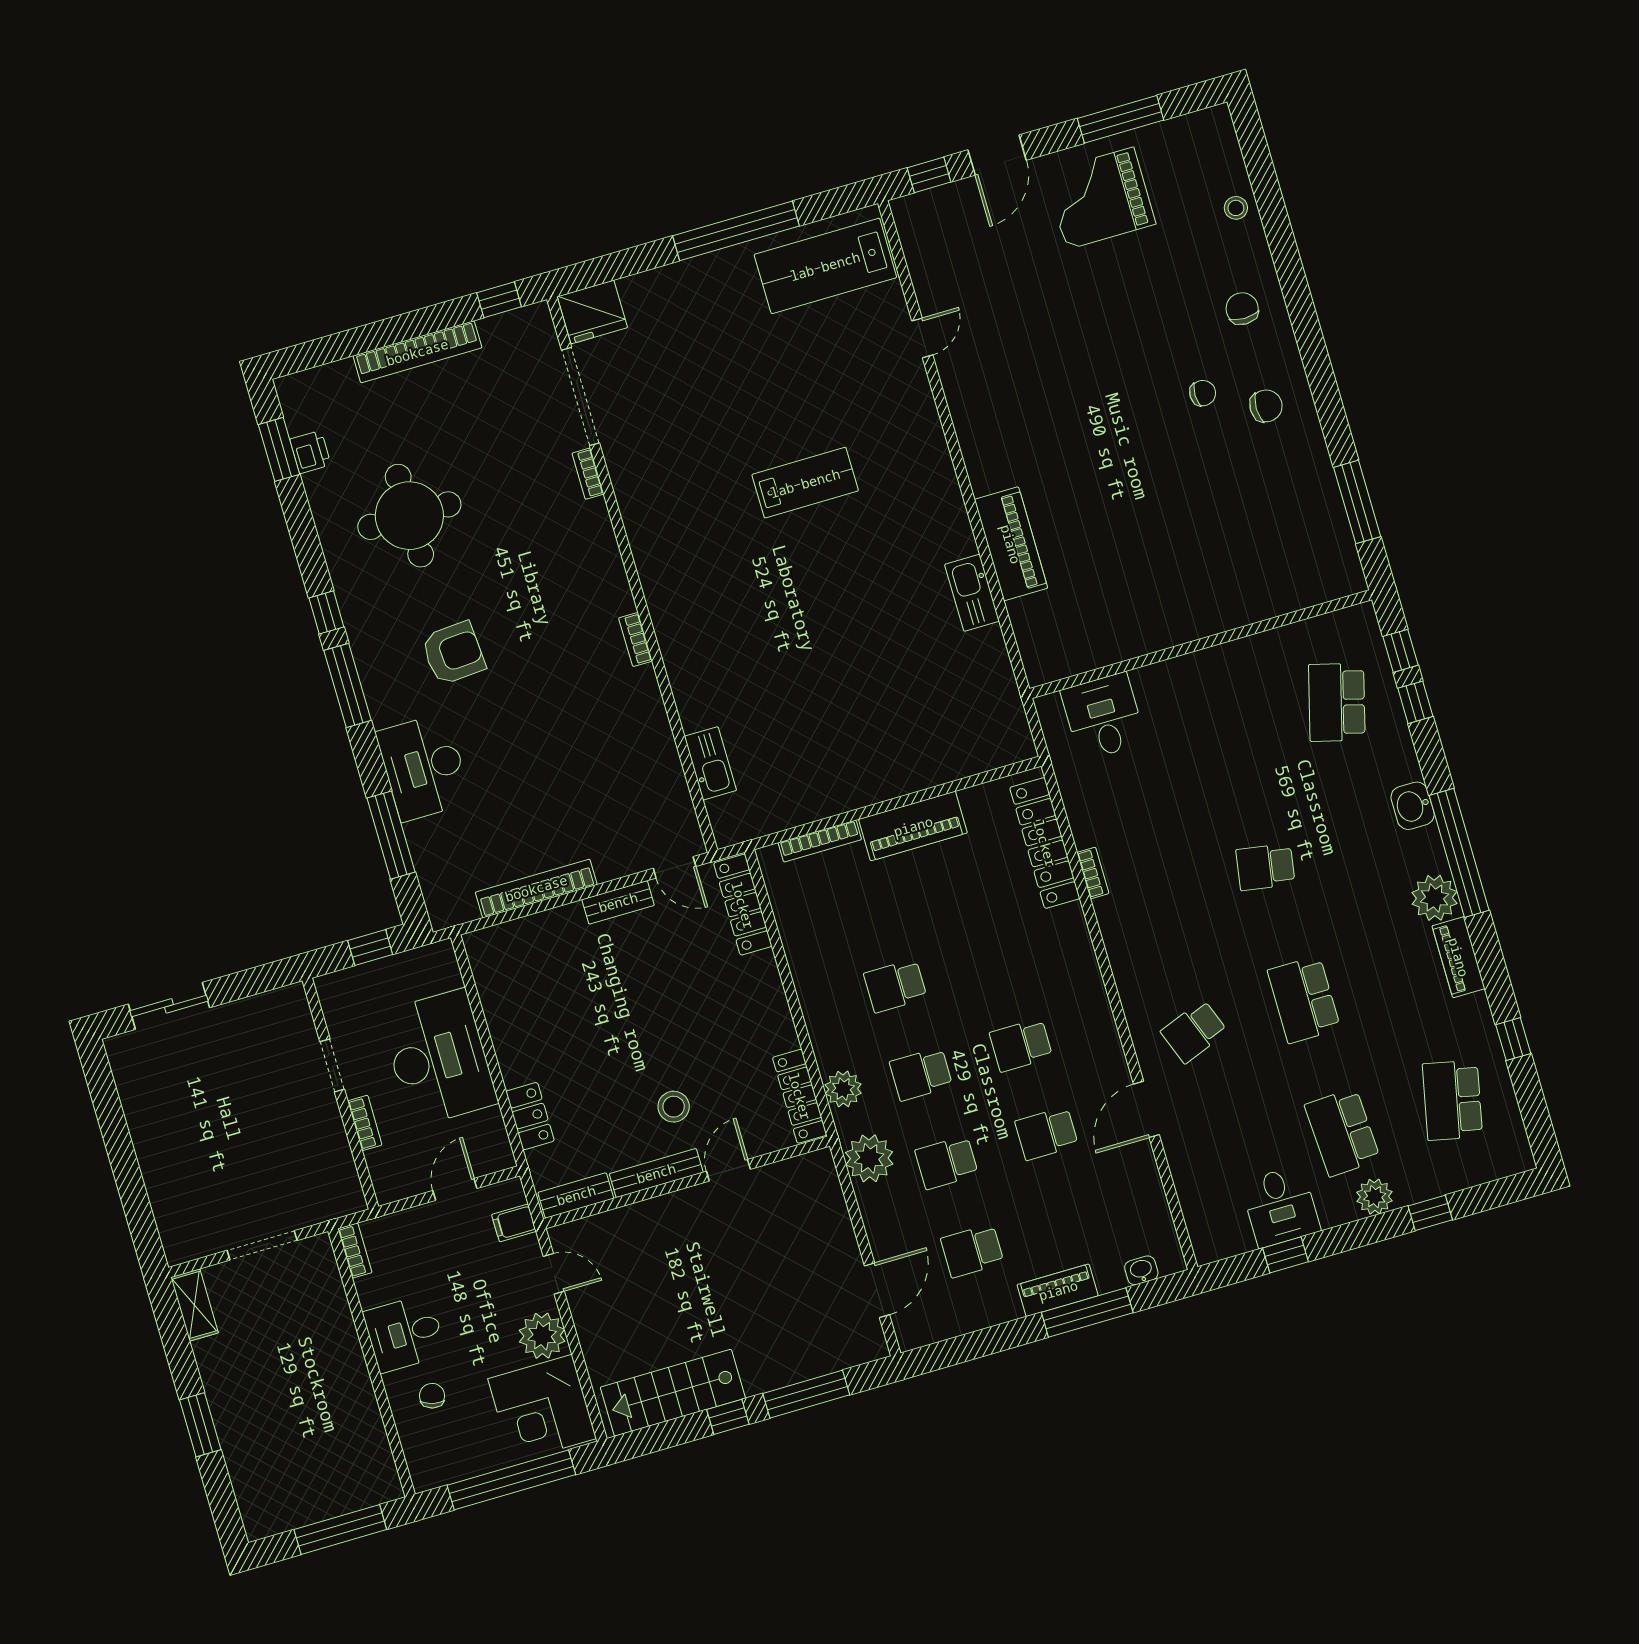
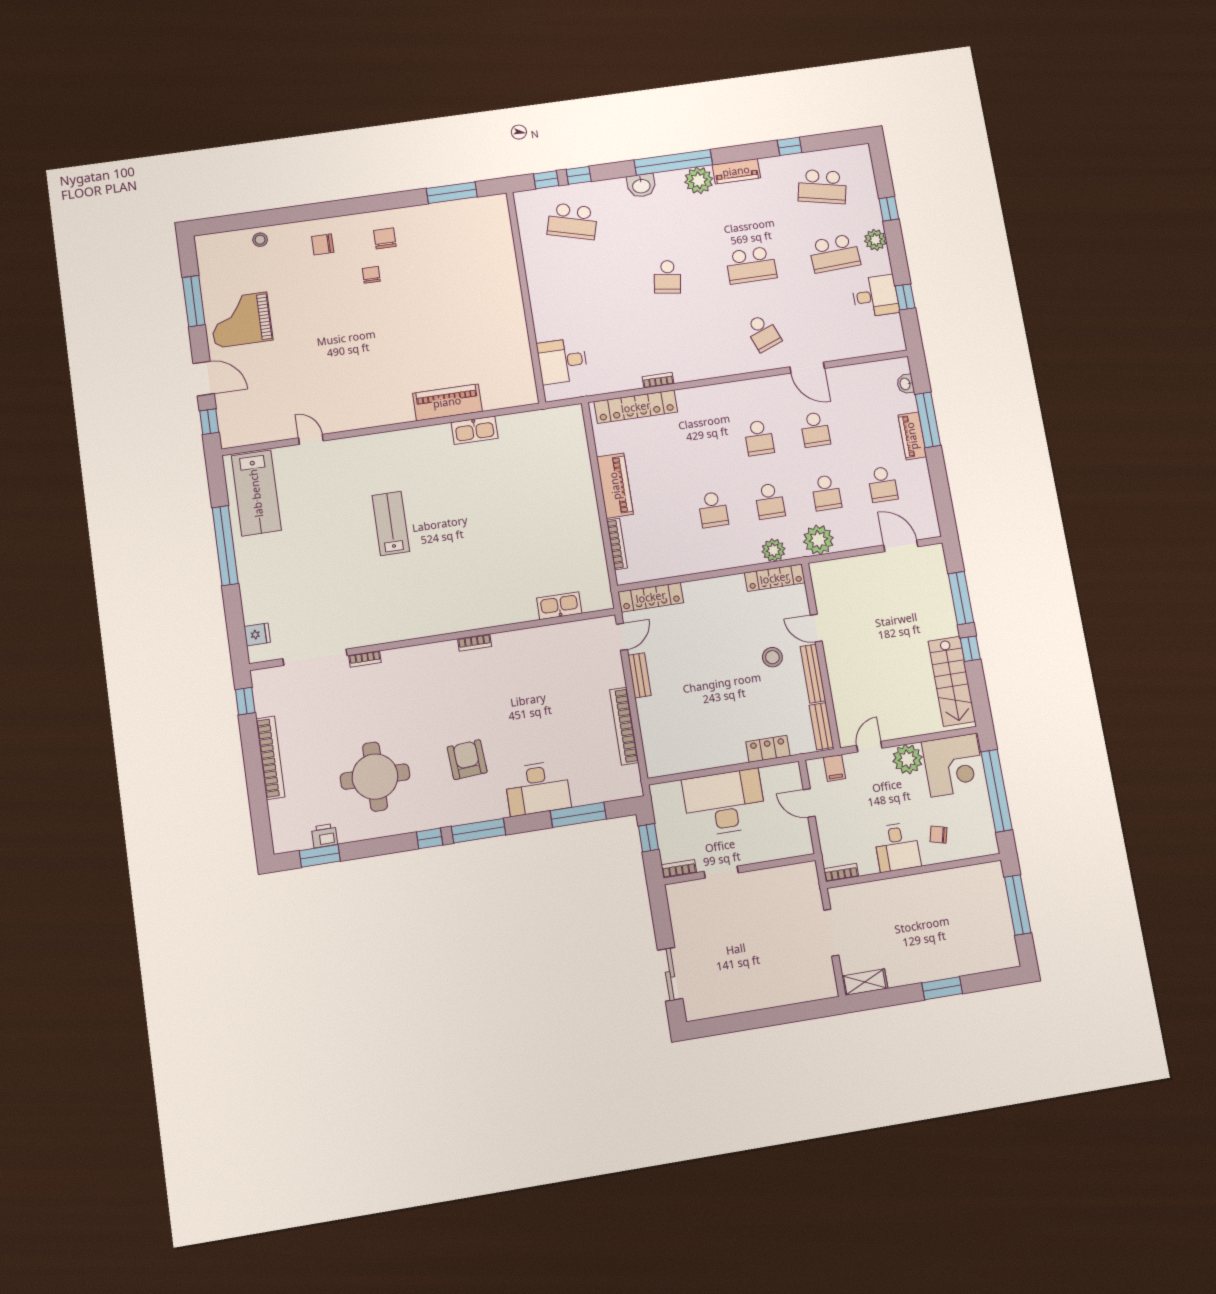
grand piano: (1100, 198) -> (241, 320), turned 90
fridge: (592, 312) -> (257, 634), width x0.53, depth x0.75
bookcase: (365, 1123) -> (679, 869), moved

